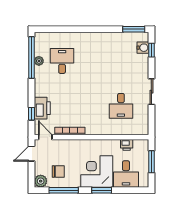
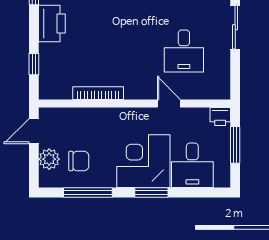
printer: (42, 108) -> (52, 24), moved
door: (45, 137) -> (169, 103), moved
printer: (127, 145) -> (220, 116), moved
plant: (41, 181) -> (49, 159), moved

